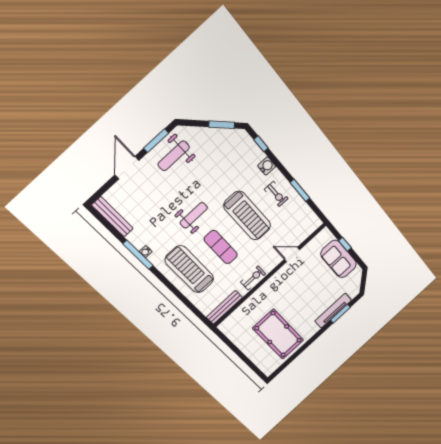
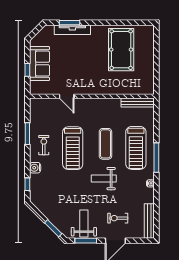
window: (222, 125) -> (53, 228), moved
weight bench: (174, 156) -> (84, 223), turned -90
treadmill: (247, 216) -> (73, 148), turned 180
window: (138, 255) -> (156, 158), moved
exercise bike: (253, 278) -> (118, 218), moved

